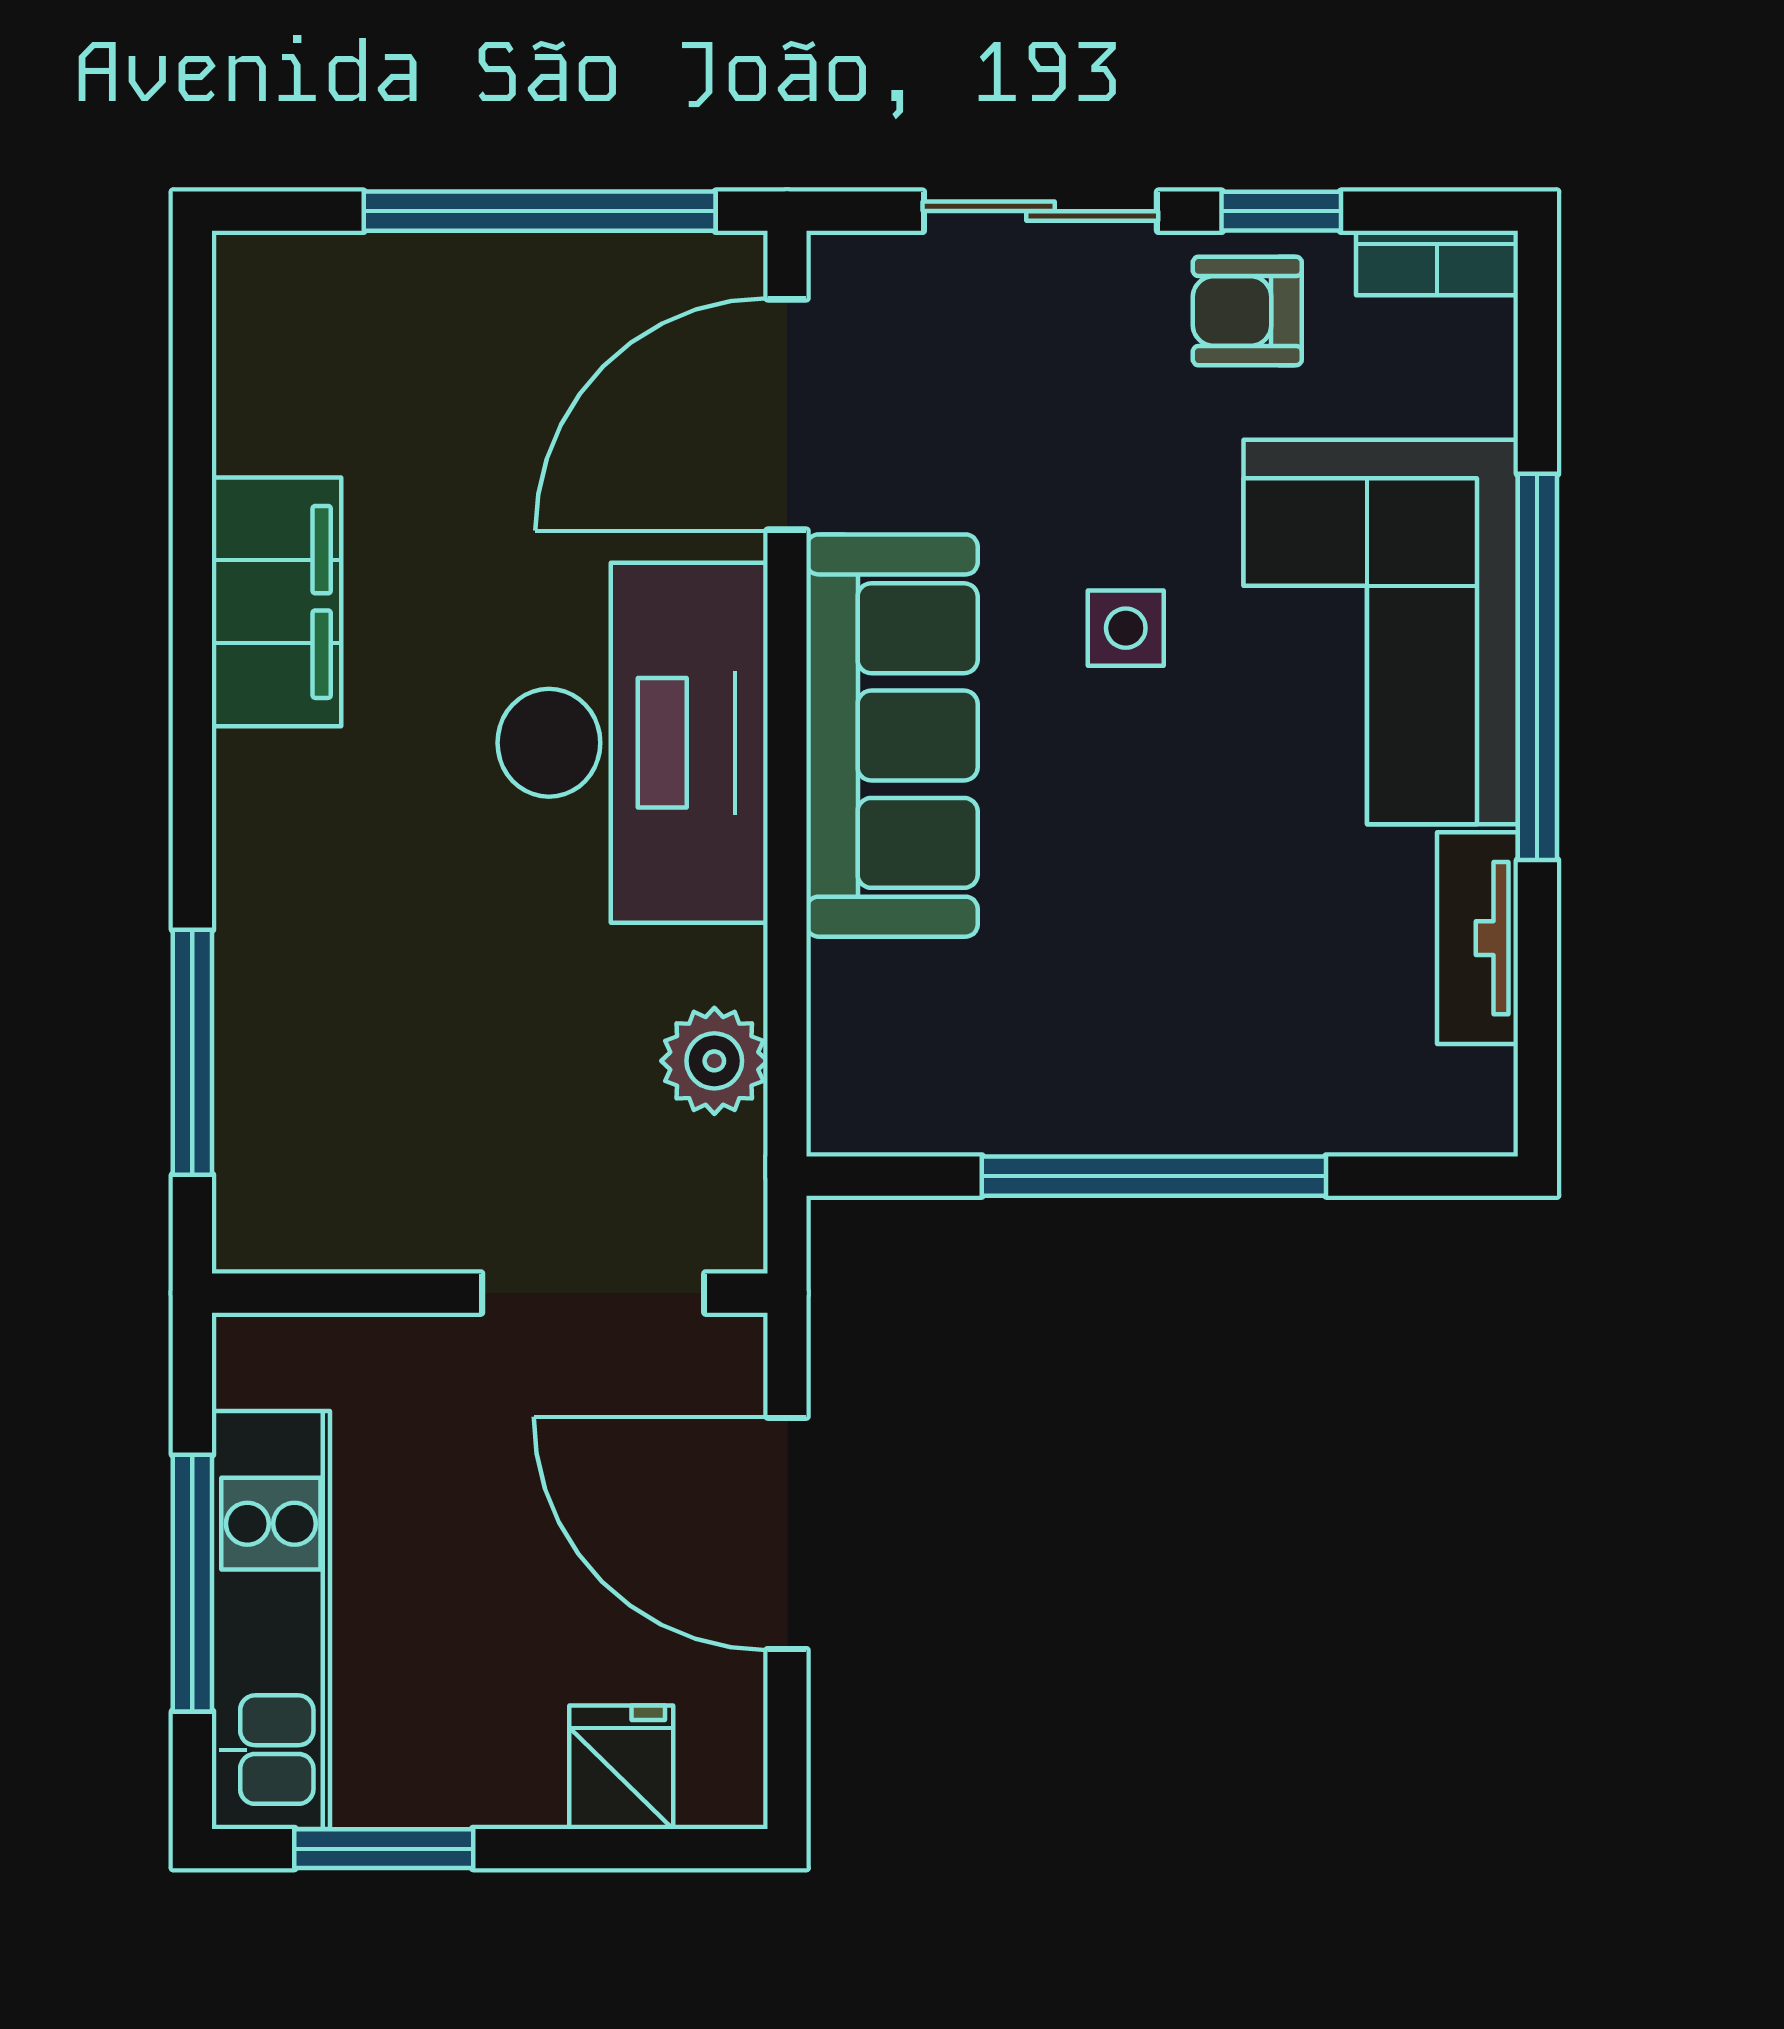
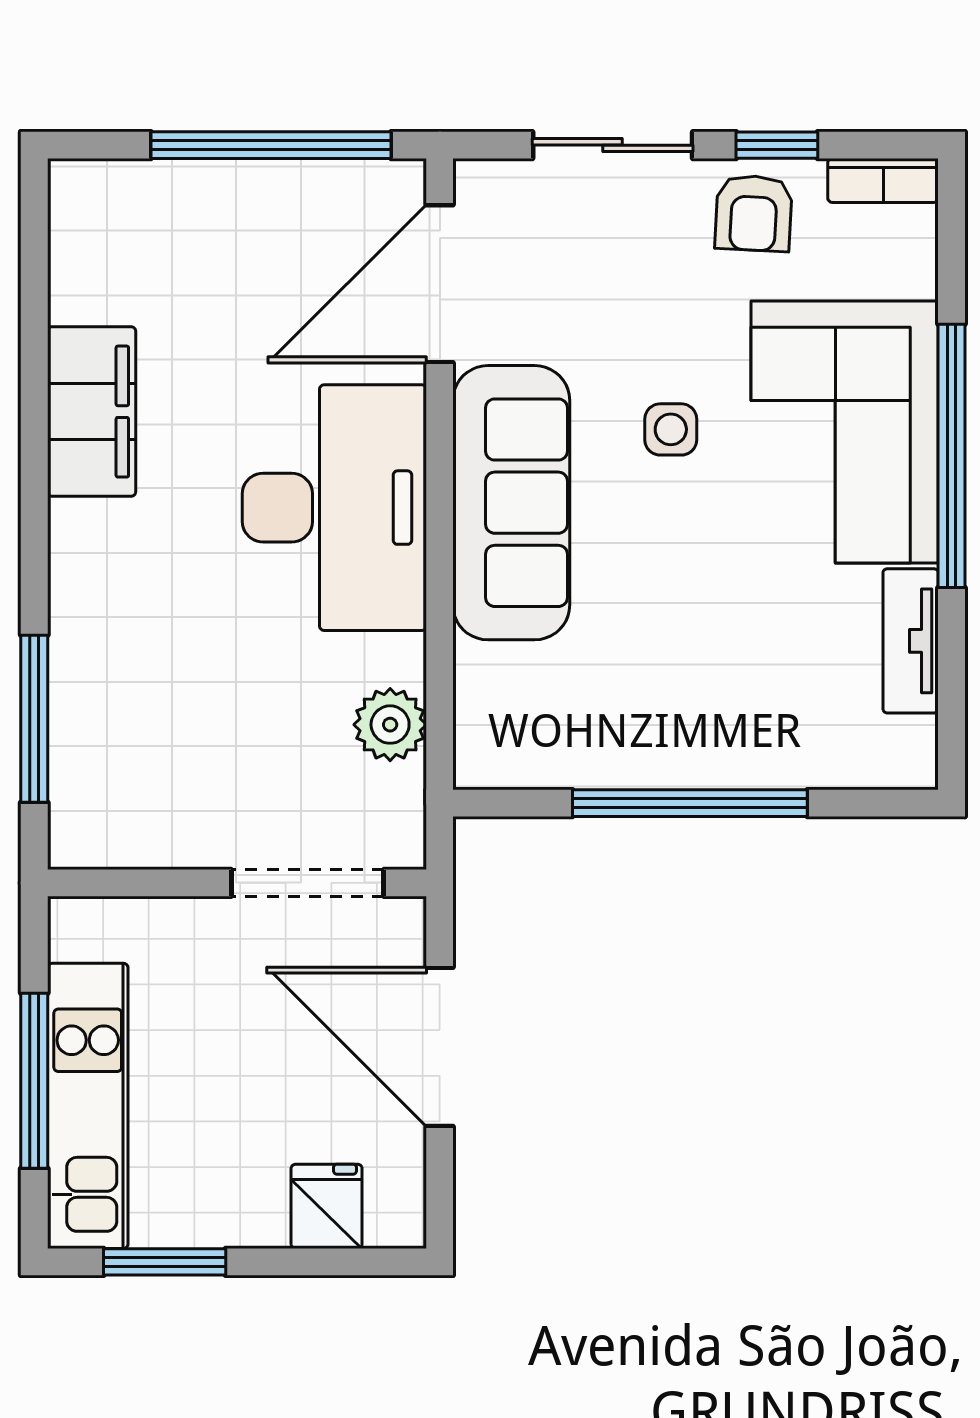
armchair: (1247, 311) -> (754, 213), turned -87

